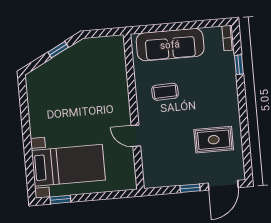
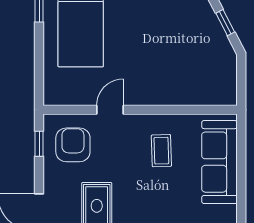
armchair: (167, 163) -> (73, 145), added
window: (190, 188) -> (39, 144), moved

